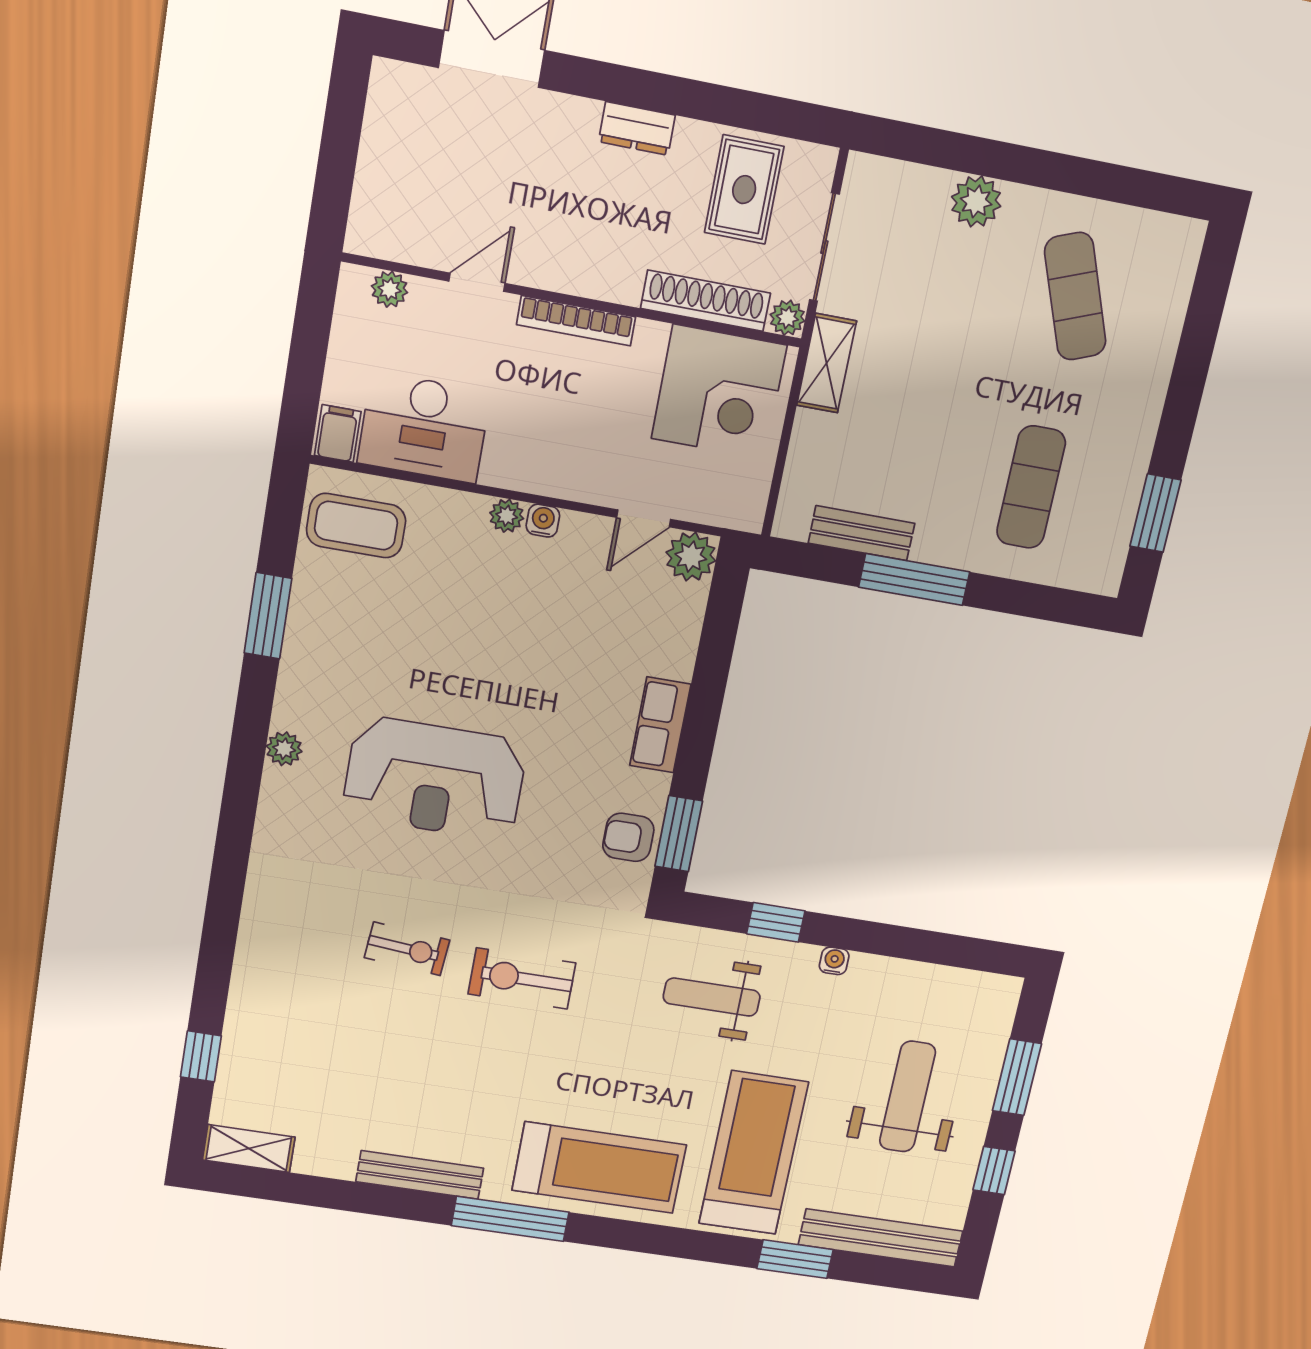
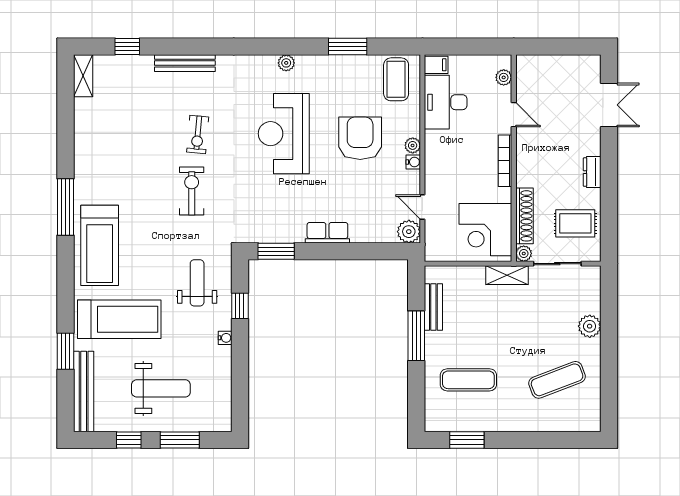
armchair: (628, 837) -> (360, 138), moved, width x1.88, depth x1.88
bench: (420, 1175) -> (185, 63), moved, turned 90

